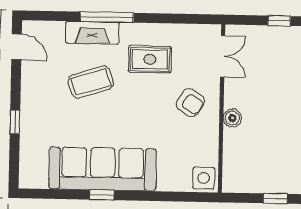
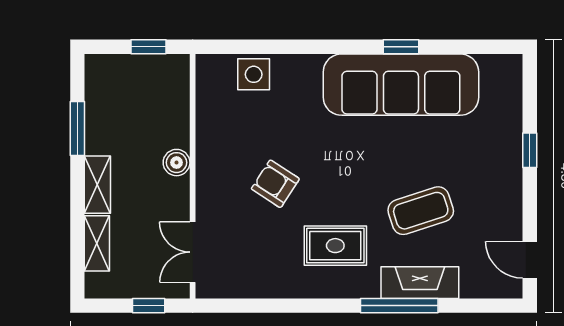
double door: (223, 56) -> (193, 252), moved
wall: (222, 108) -> (193, 176), moved
boiler: (232, 118) -> (177, 163), moved

